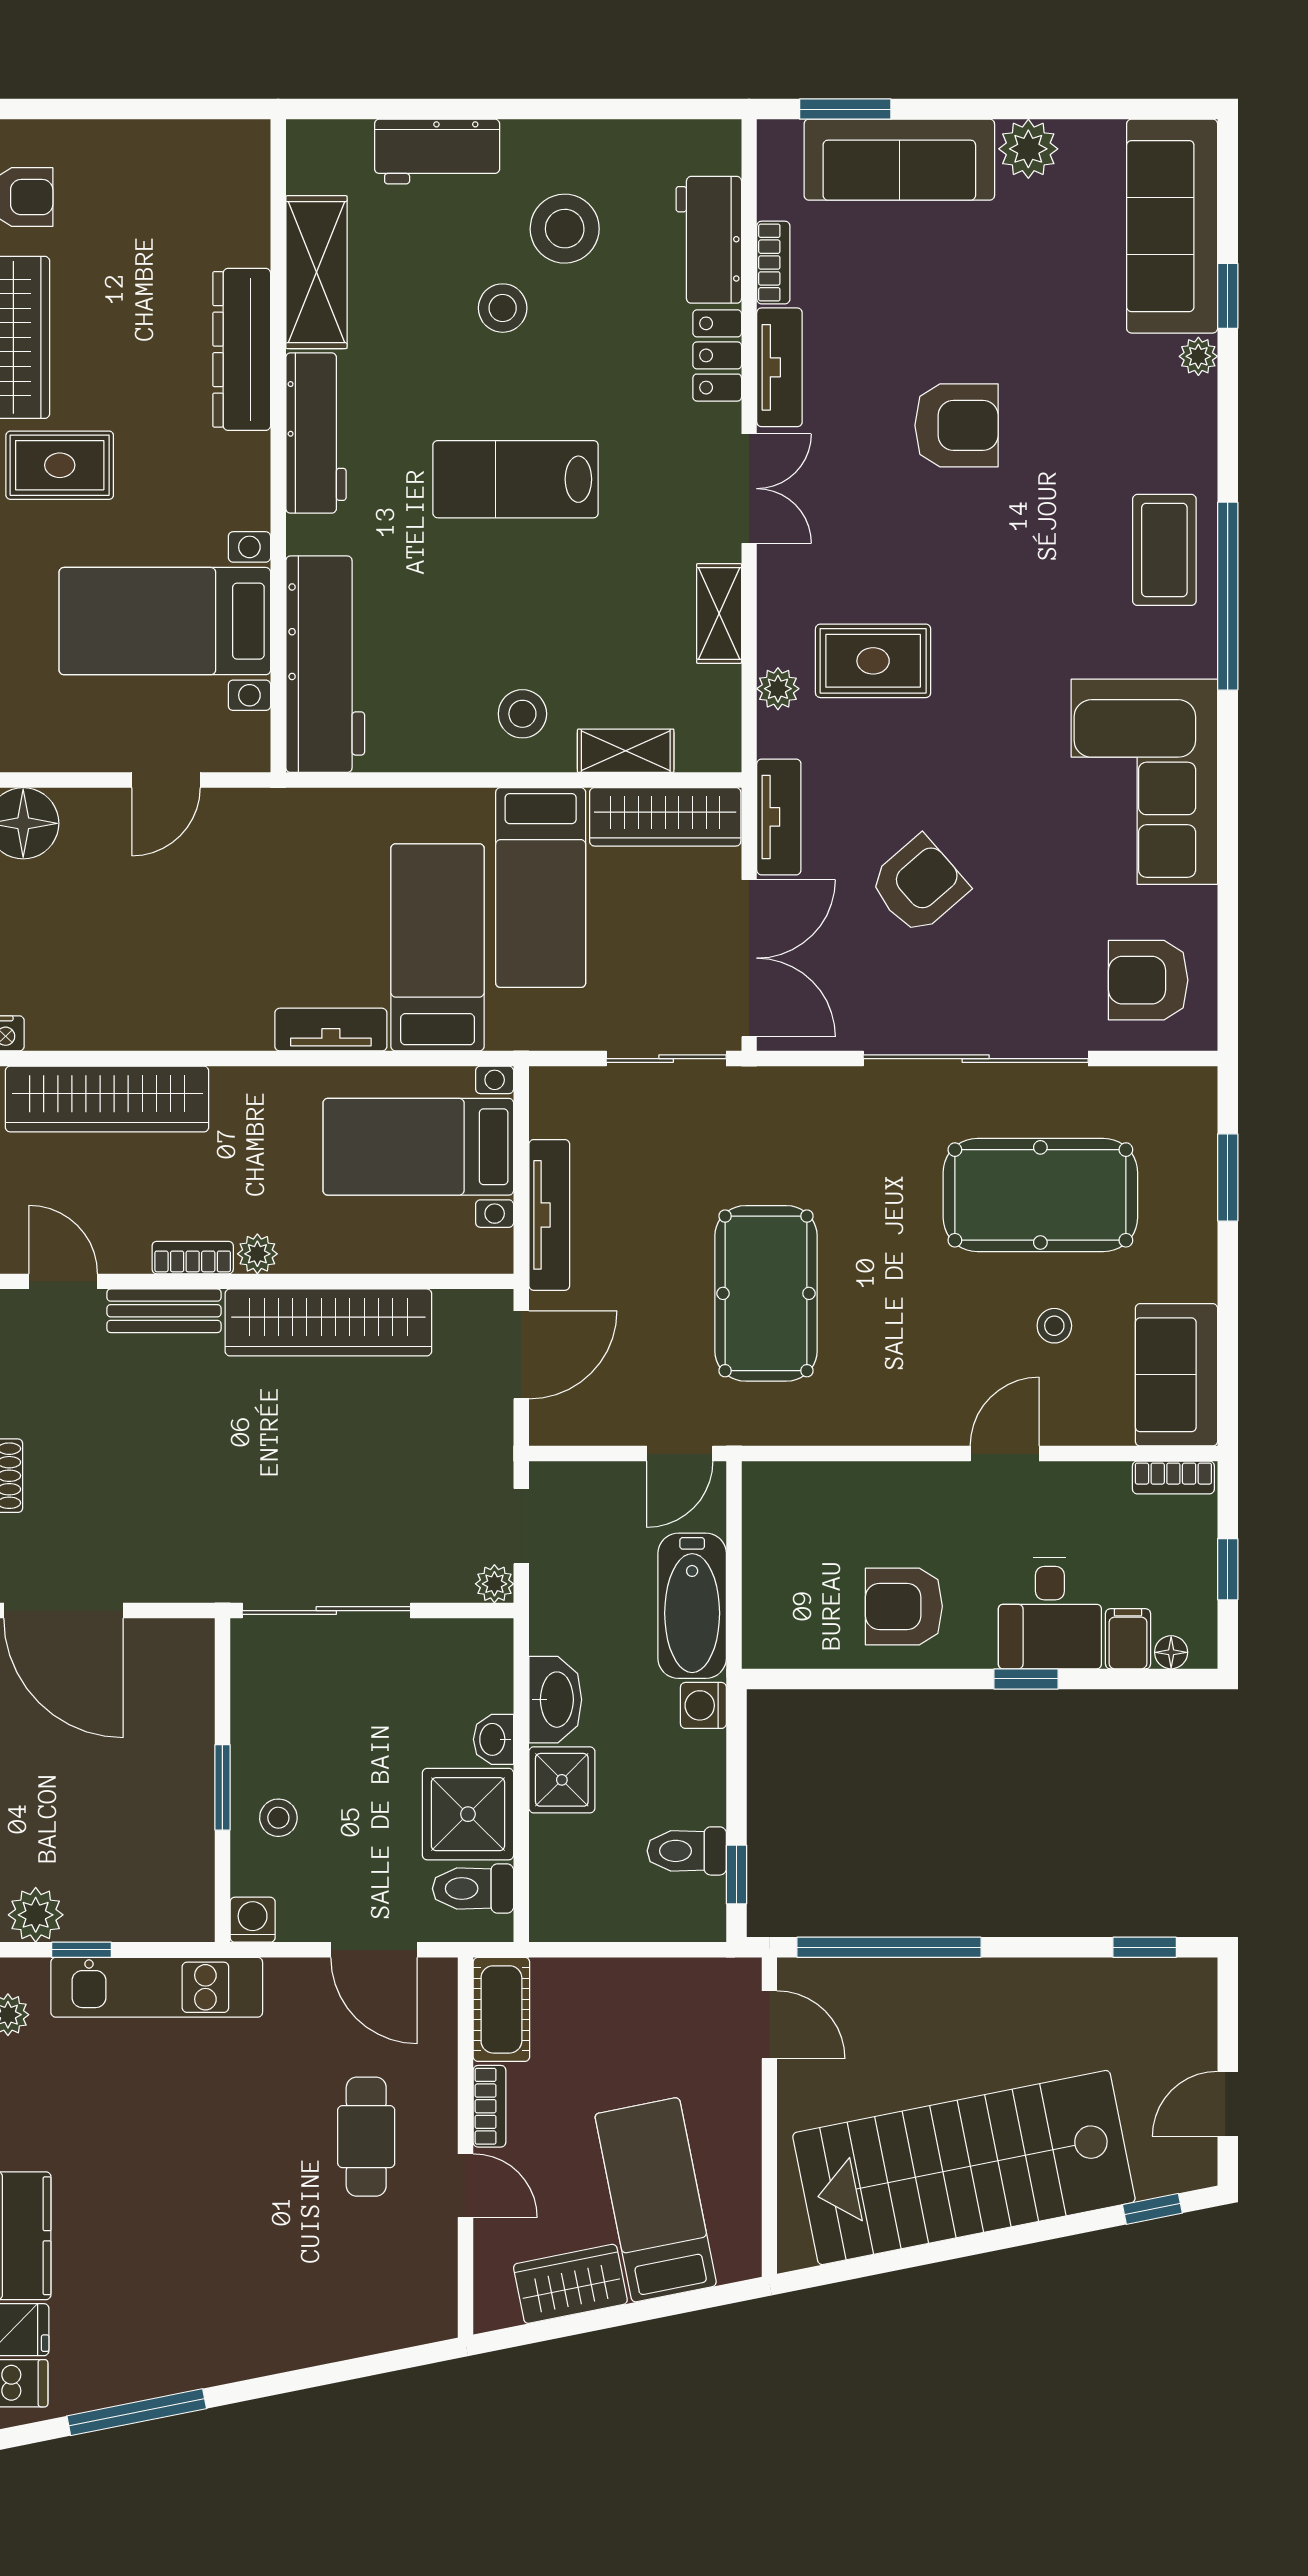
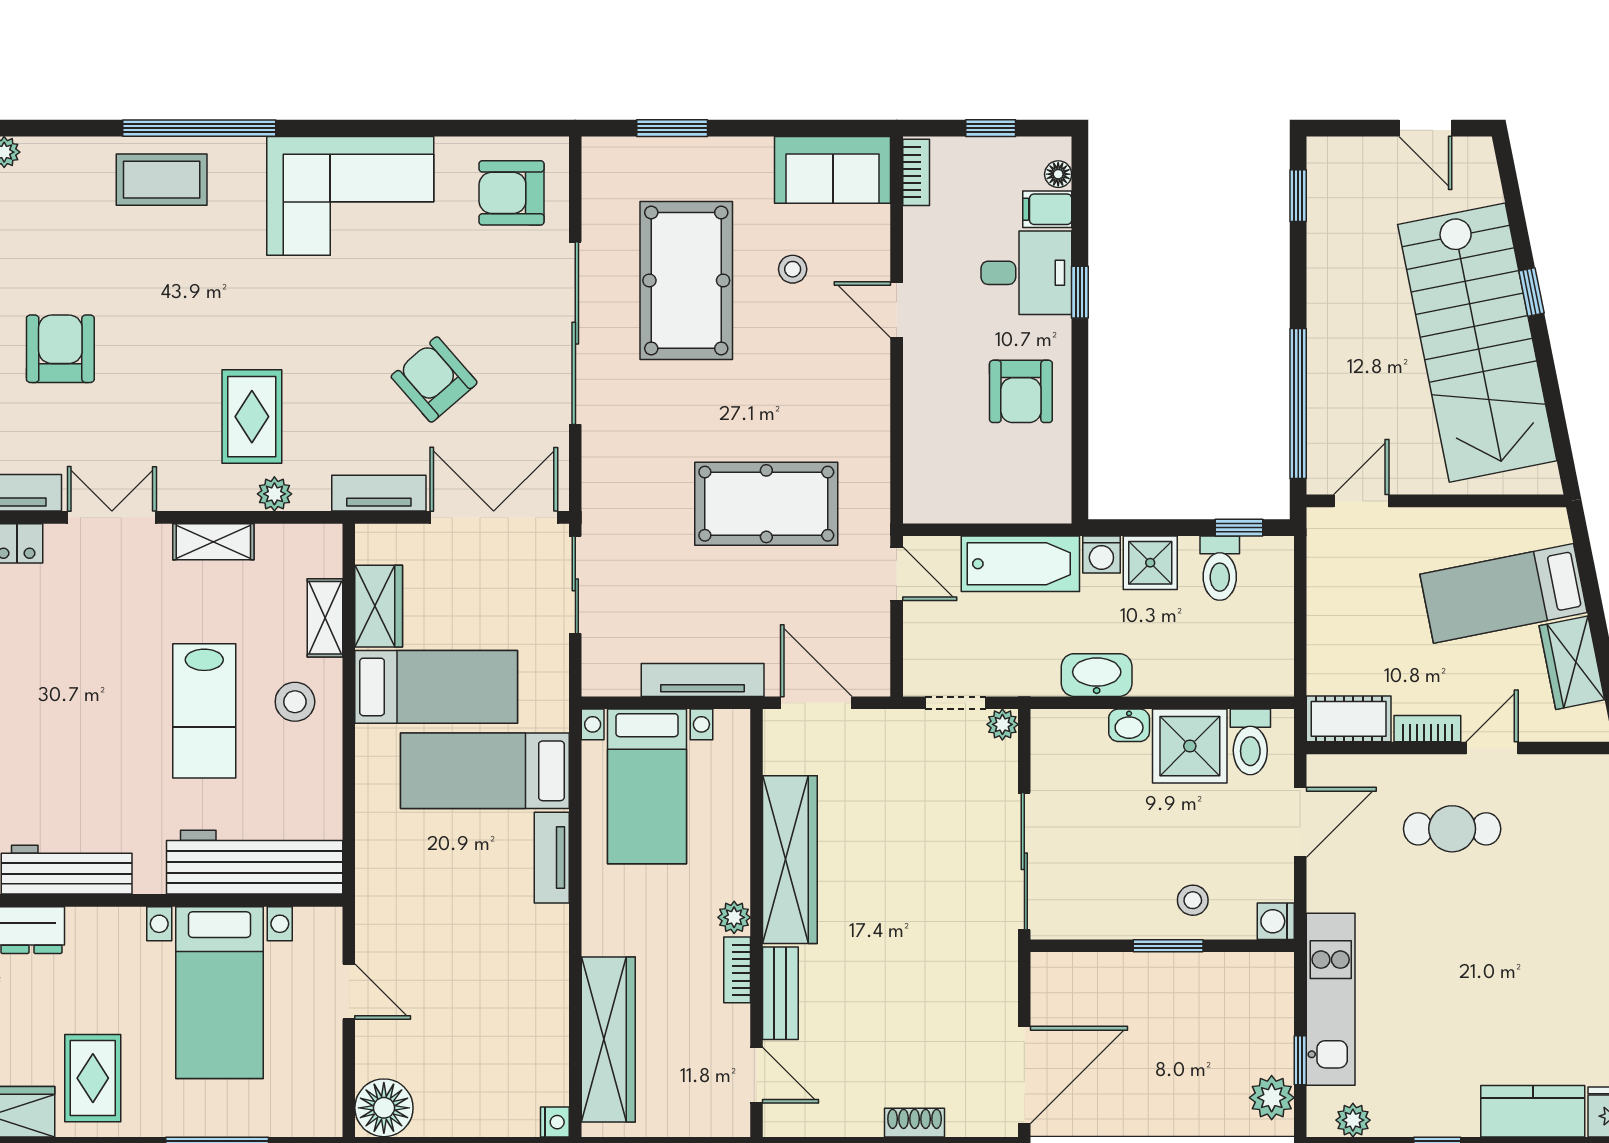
lab bench: (516, 479) -> (204, 711), moved
wardrobe: (665, 817) -> (379, 606), width x0.67
armchair: (1148, 980) -> (512, 193), turned 90
door: (63, 1281) -> (757, 1075), swing flipped
shower: (562, 1780) -> (1150, 563), moved
window: (1152, 2209) -> (1531, 292), moved

